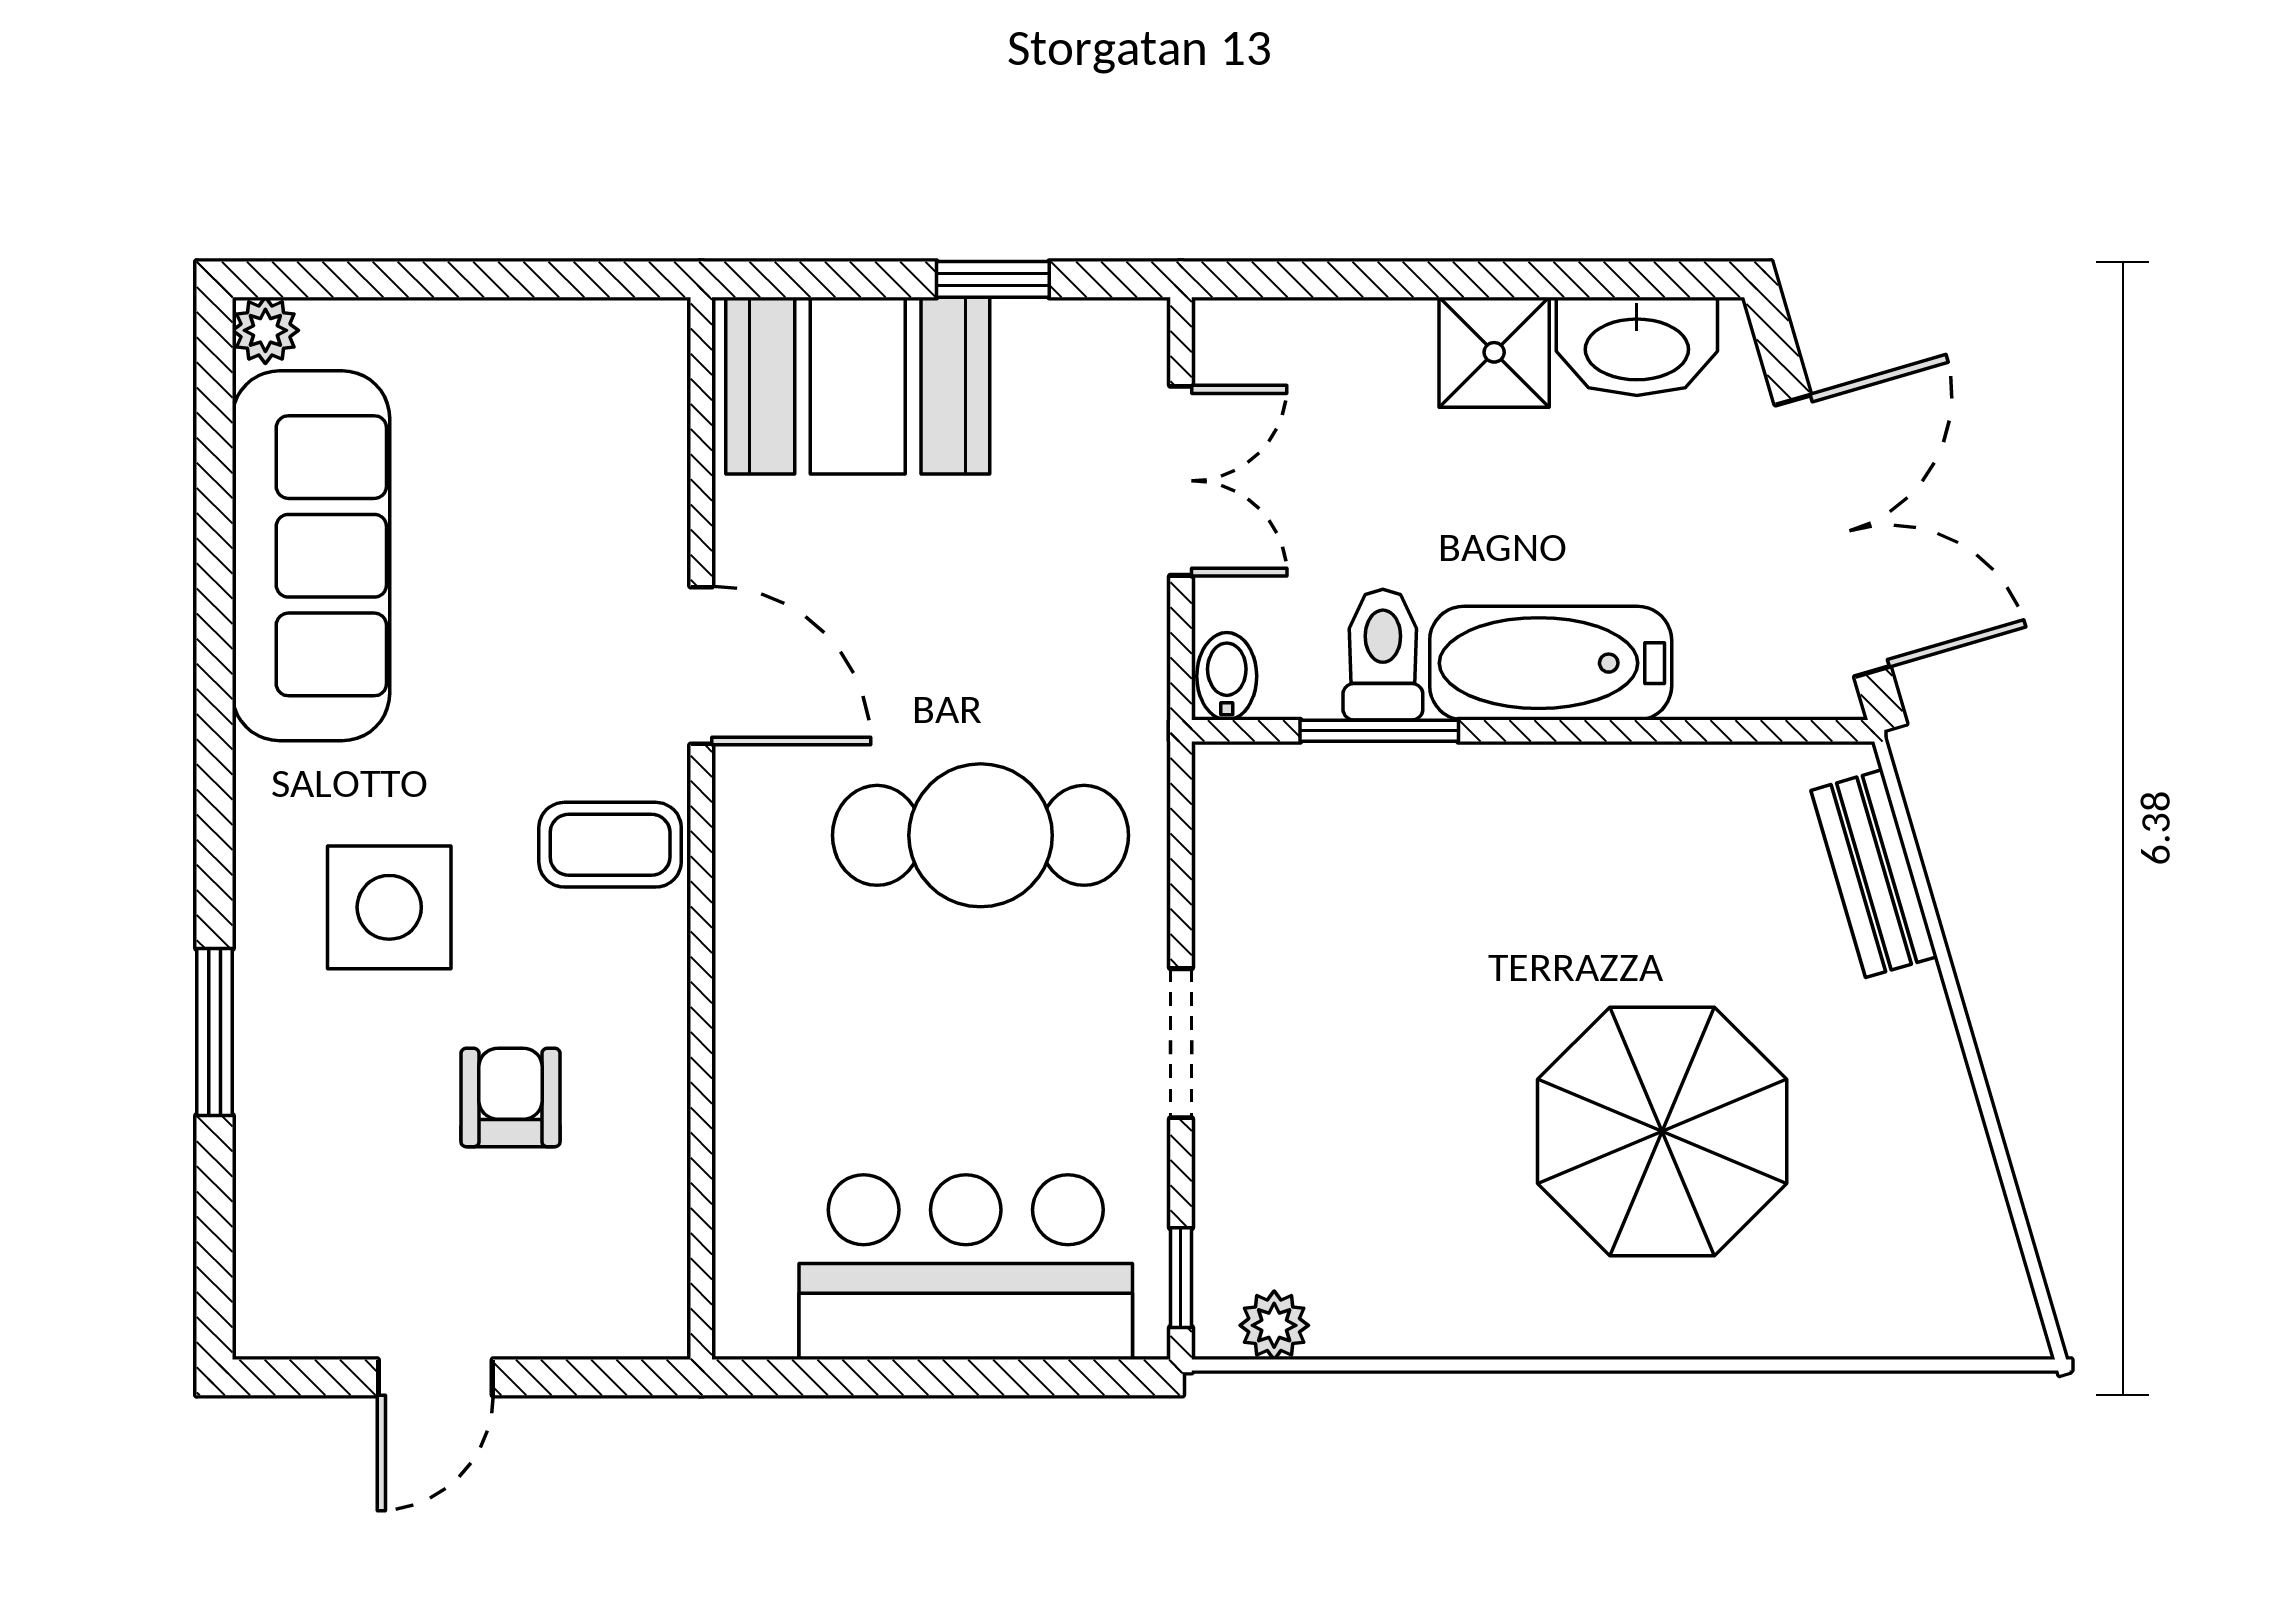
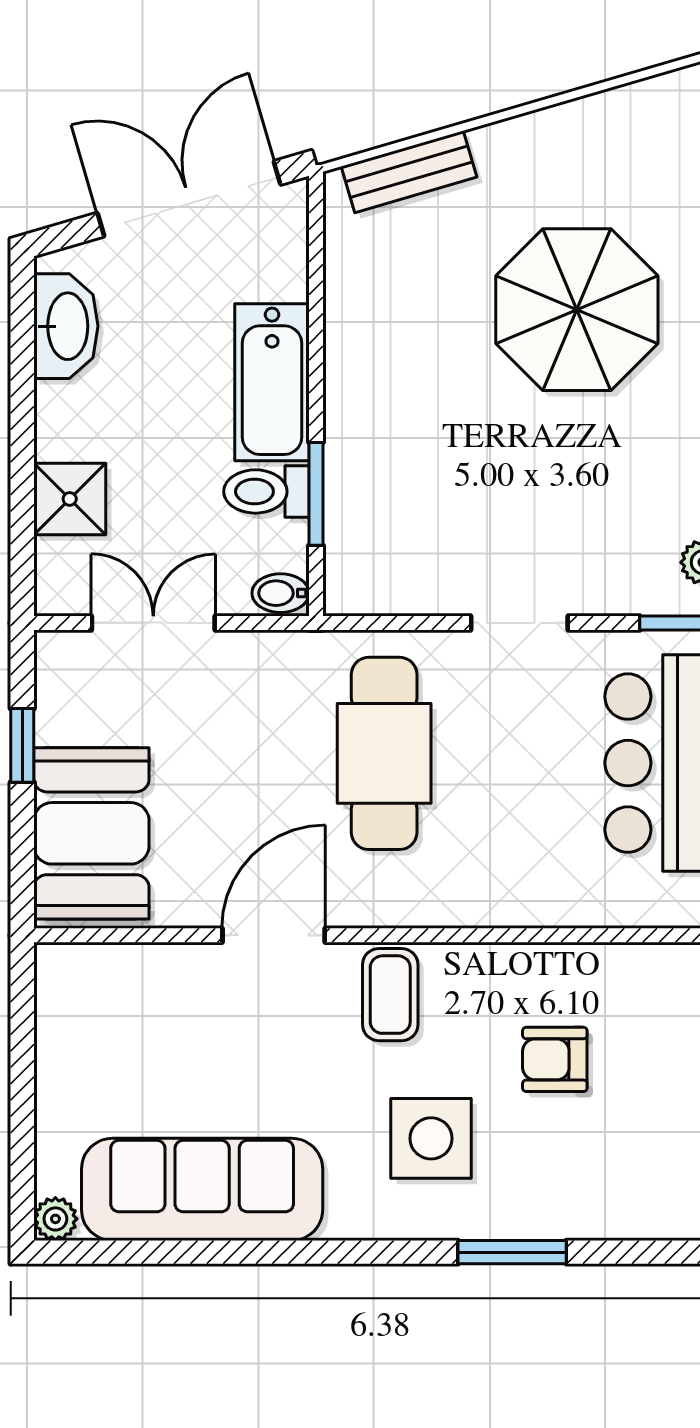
shower: (1494, 352) -> (70, 499), moved

